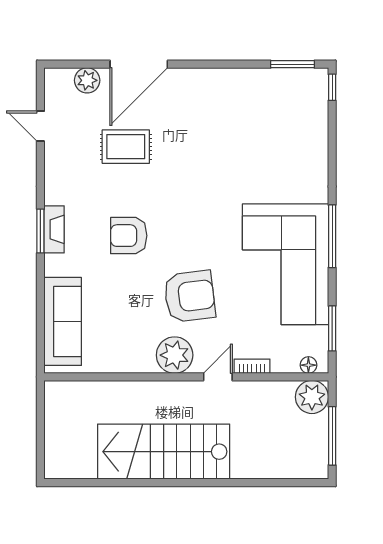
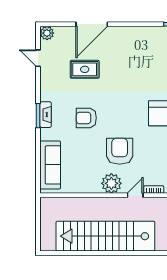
plant: (87, 80) -> (47, 33), moved
armchair: (190, 296) -> (120, 151), turned -83
stairs: (164, 452) -> (105, 236), width x1.36

